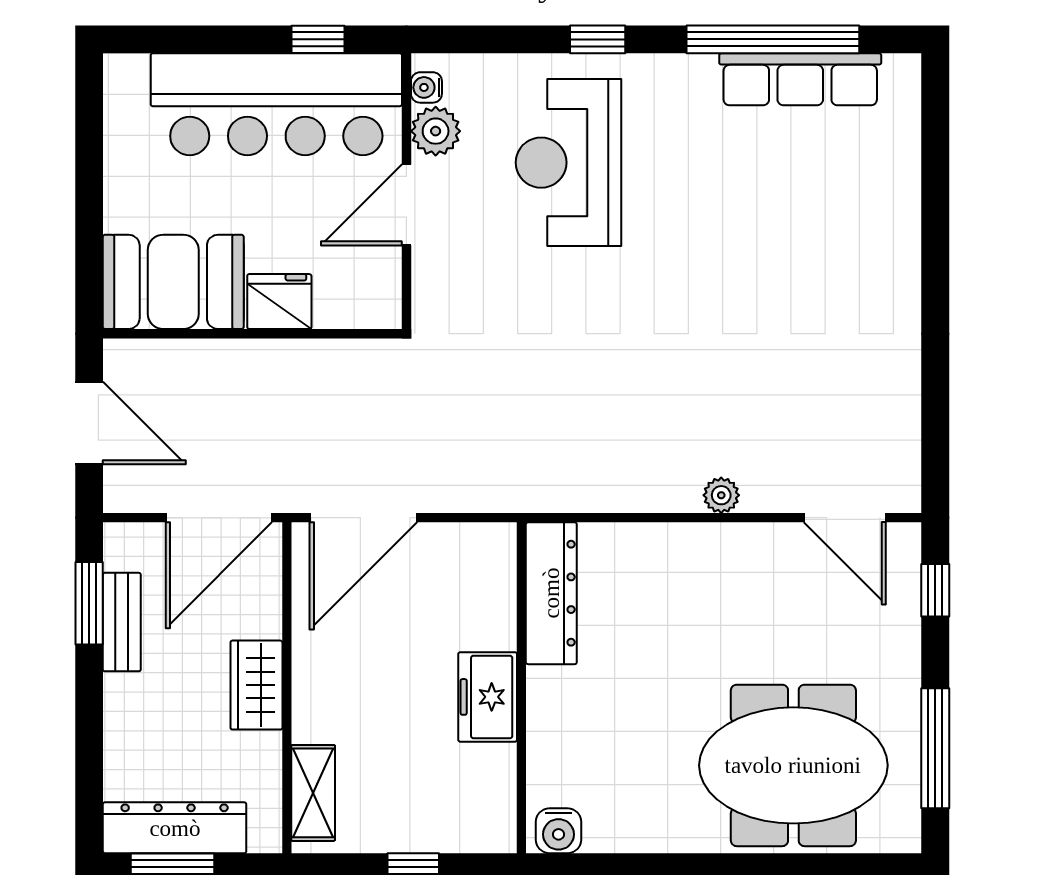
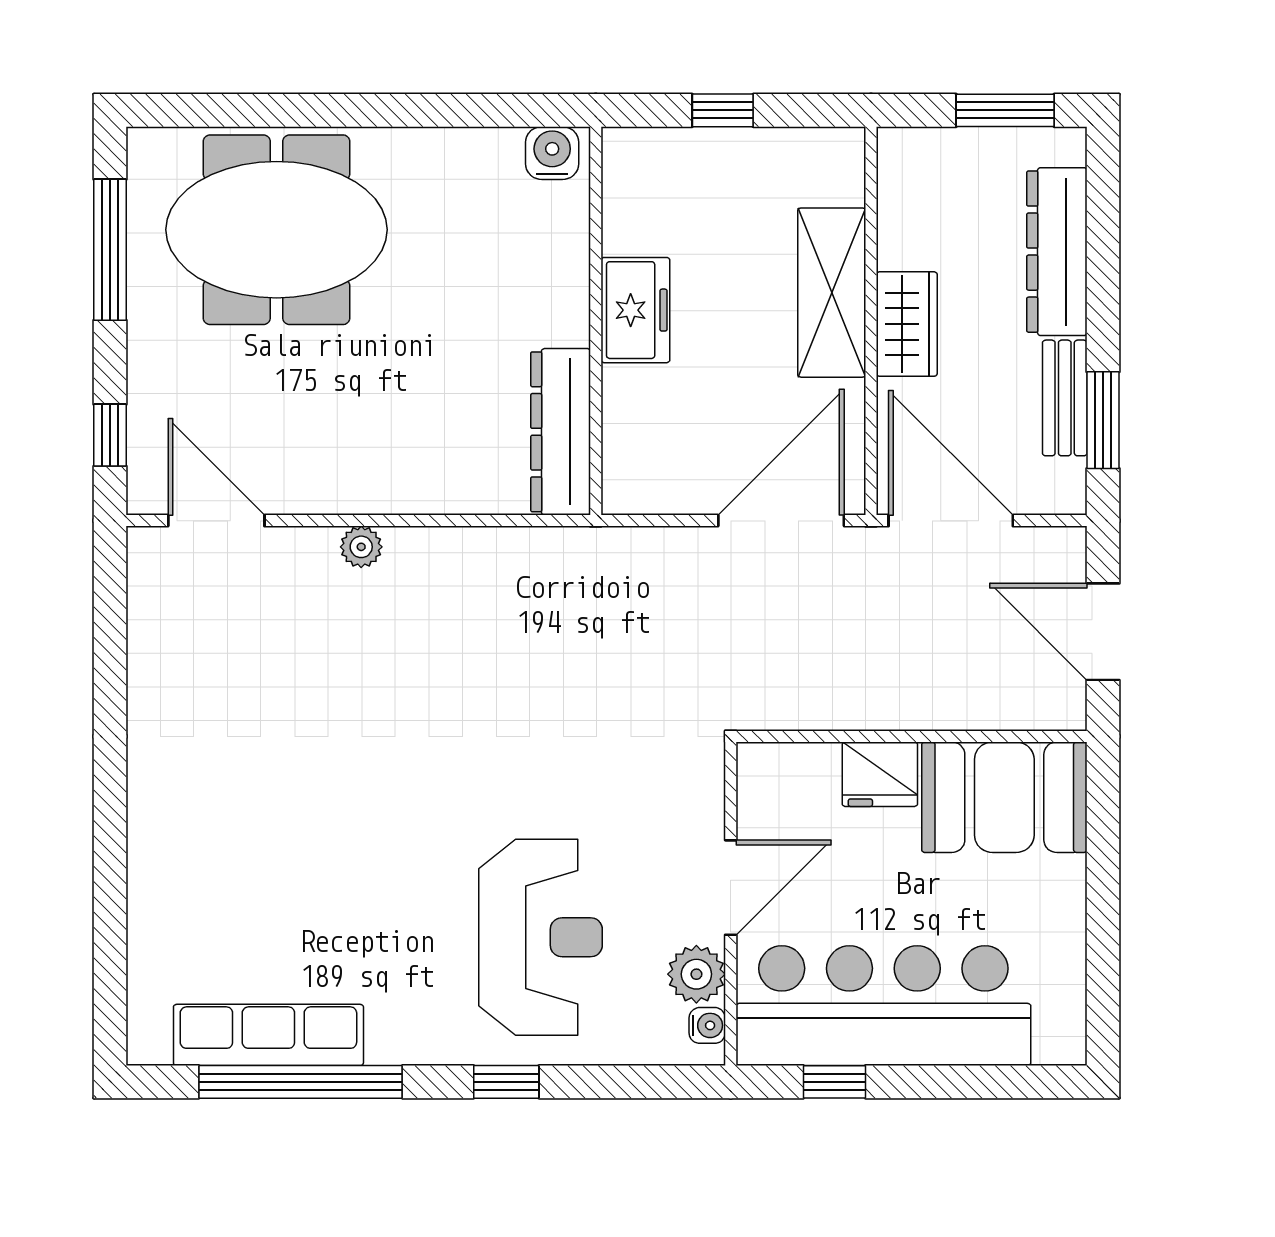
door: (219, 518) -> (951, 521), hinge flipped
shelving: (313, 793) -> (832, 293), moved, width x1.50, depth x1.33
dresser: (175, 828) -> (1057, 252), moved, turned 90

